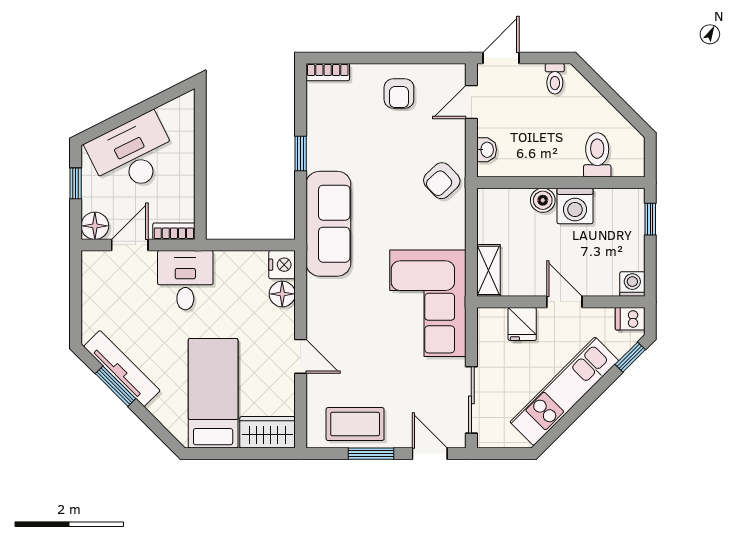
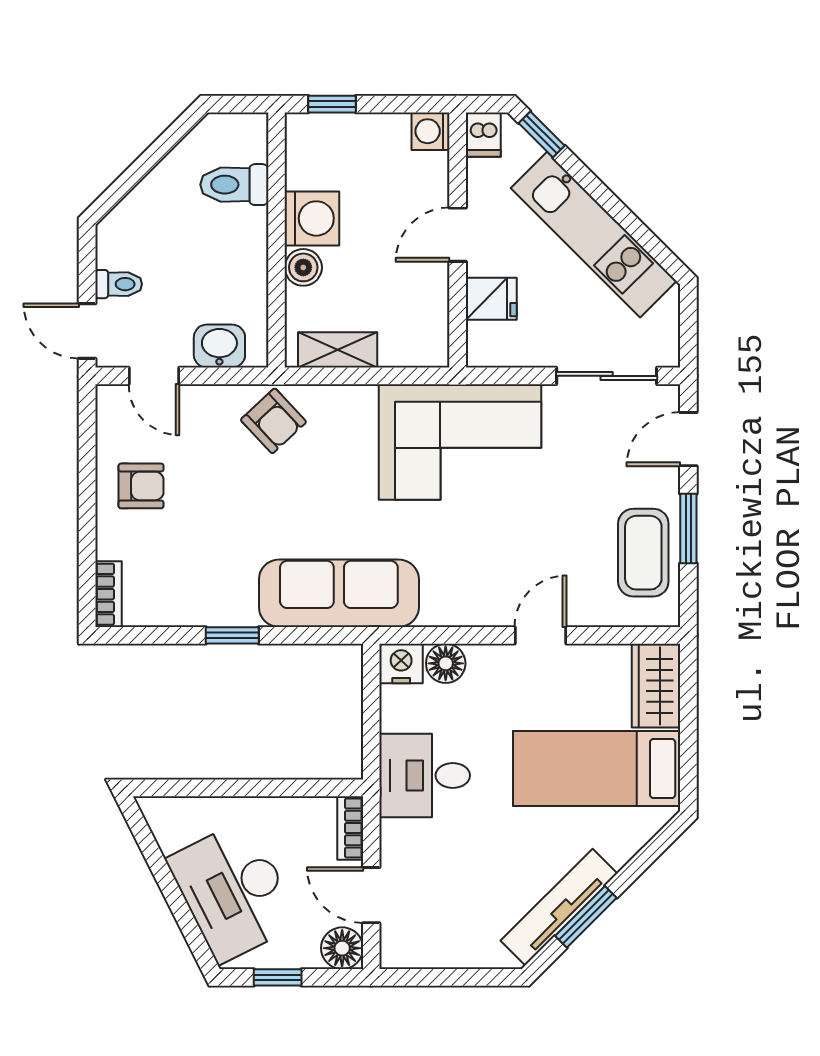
toilet: (555, 79) -> (119, 284), moved
washbasin: (487, 150) -> (219, 346), width x1.38, depth x1.45
shelving: (488, 270) -> (338, 350), moved
desk: (185, 280) -> (425, 776), moved

